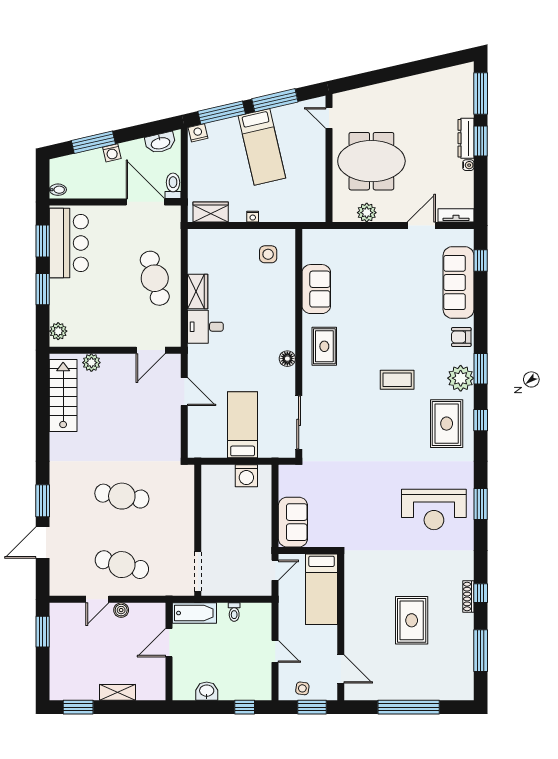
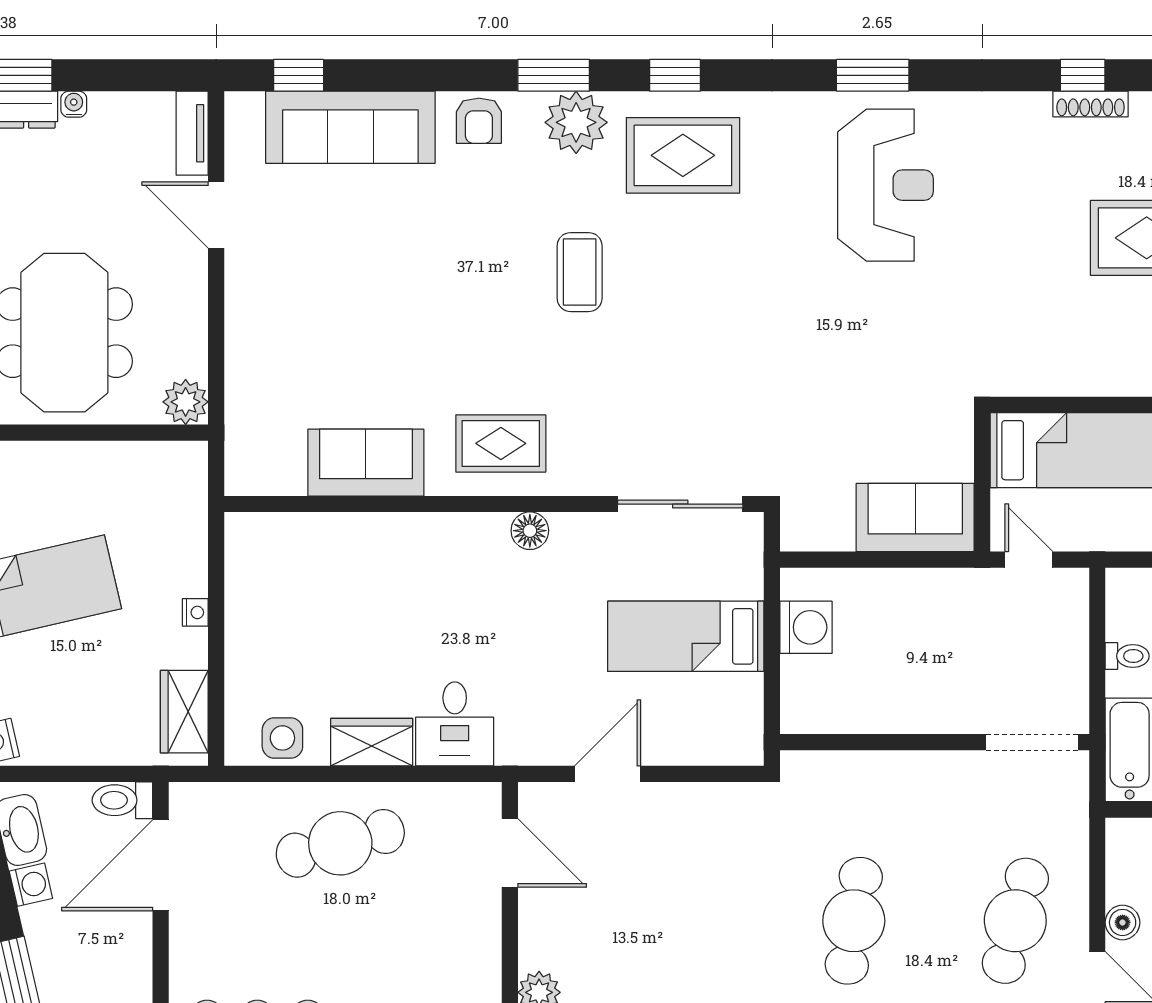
washing machine: (112, 153) -> (31, 885), moved
plant: (367, 213) -> (186, 402), moved
side table: (268, 254) -> (282, 738), moved

